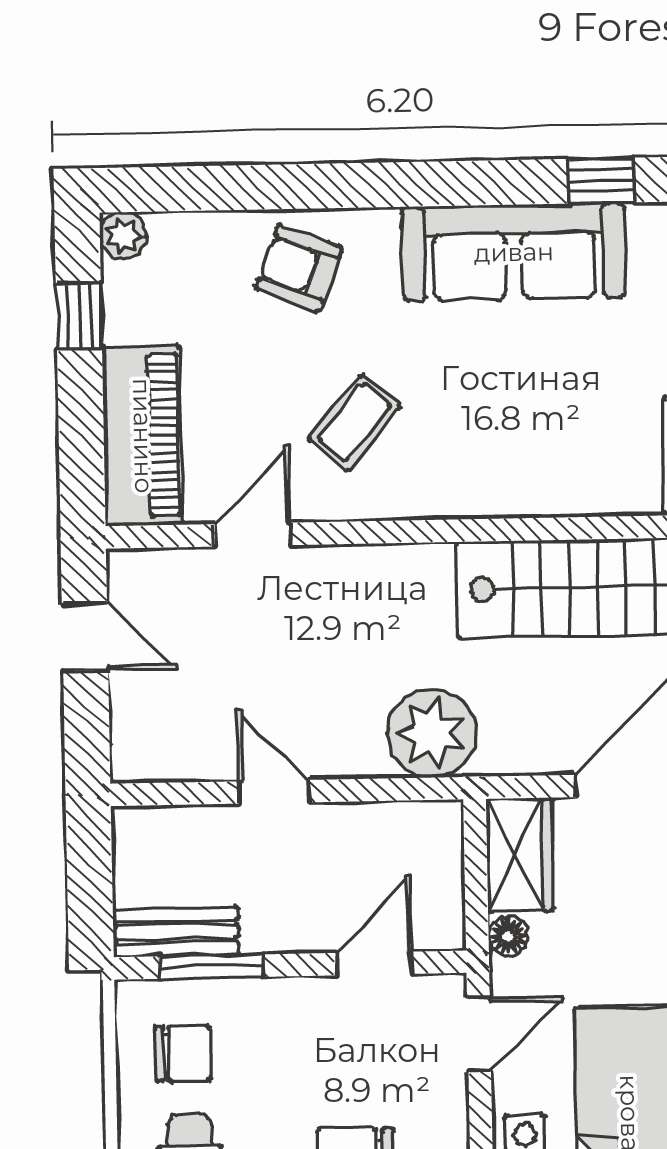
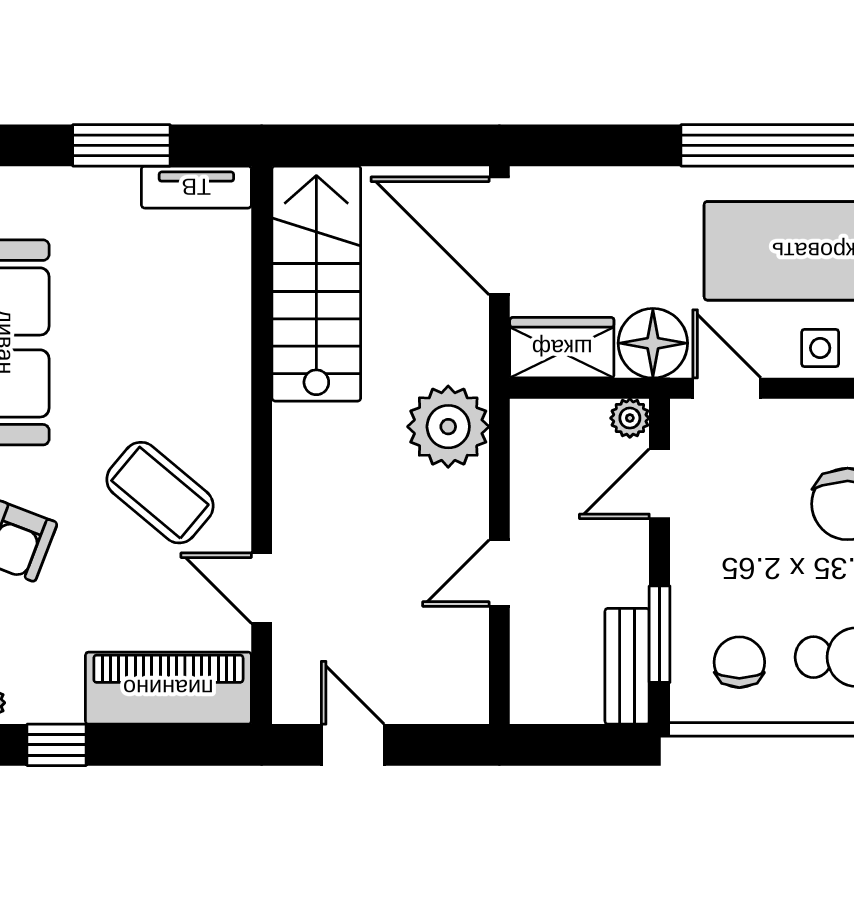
coffee table: (354, 422) -> (160, 493), width x1.36, depth x1.30
door: (85, 637) -> (353, 745), hinge flipped
plant: (445, 930) -> (630, 418), added
floor lamp: (508, 936) -> (653, 343), width x1.89, depth x1.89
door: (374, 963) -> (660, 484), hinge flipped

